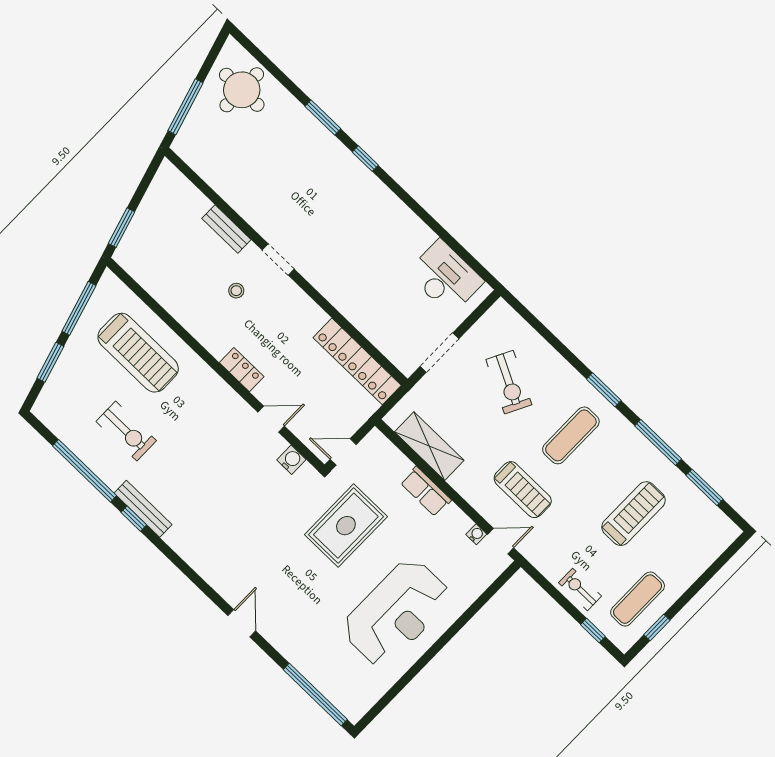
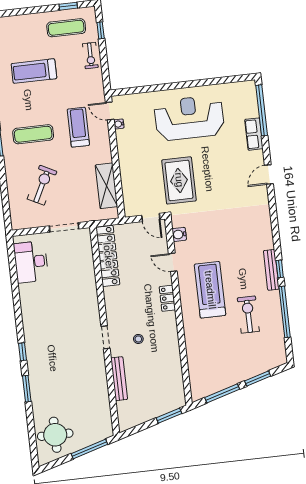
bench: (226, 229) -> (119, 379), width x1.36
treadmill: (138, 353) -> (210, 290), moved
row of seats: (426, 491) -> (254, 134), moved, turned 180
rug: (346, 526) -> (179, 180), turned 90

